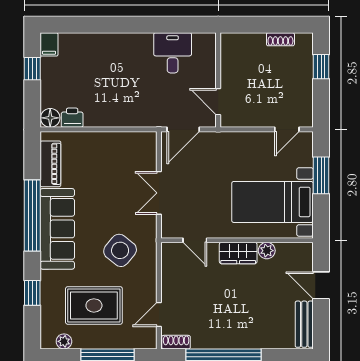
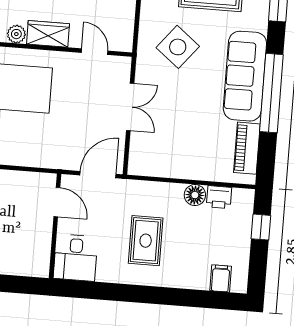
filing cabinet: (49, 44) -> (221, 278), moved
desk: (173, 53) -> (76, 258), moved
window: (32, 69) -> (261, 227), moved
rug: (135, 73) -> (146, 241), added
floor lamp: (50, 118) -> (195, 195), moved

